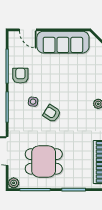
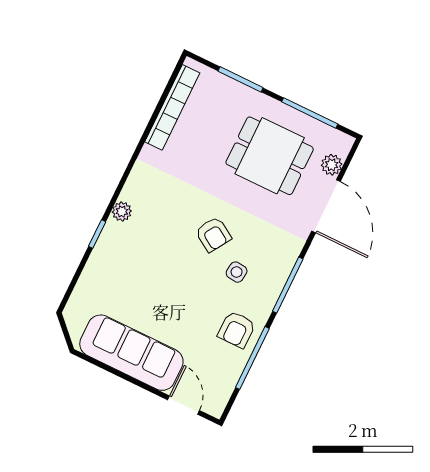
plant: (14, 183) -> (332, 165), moved

